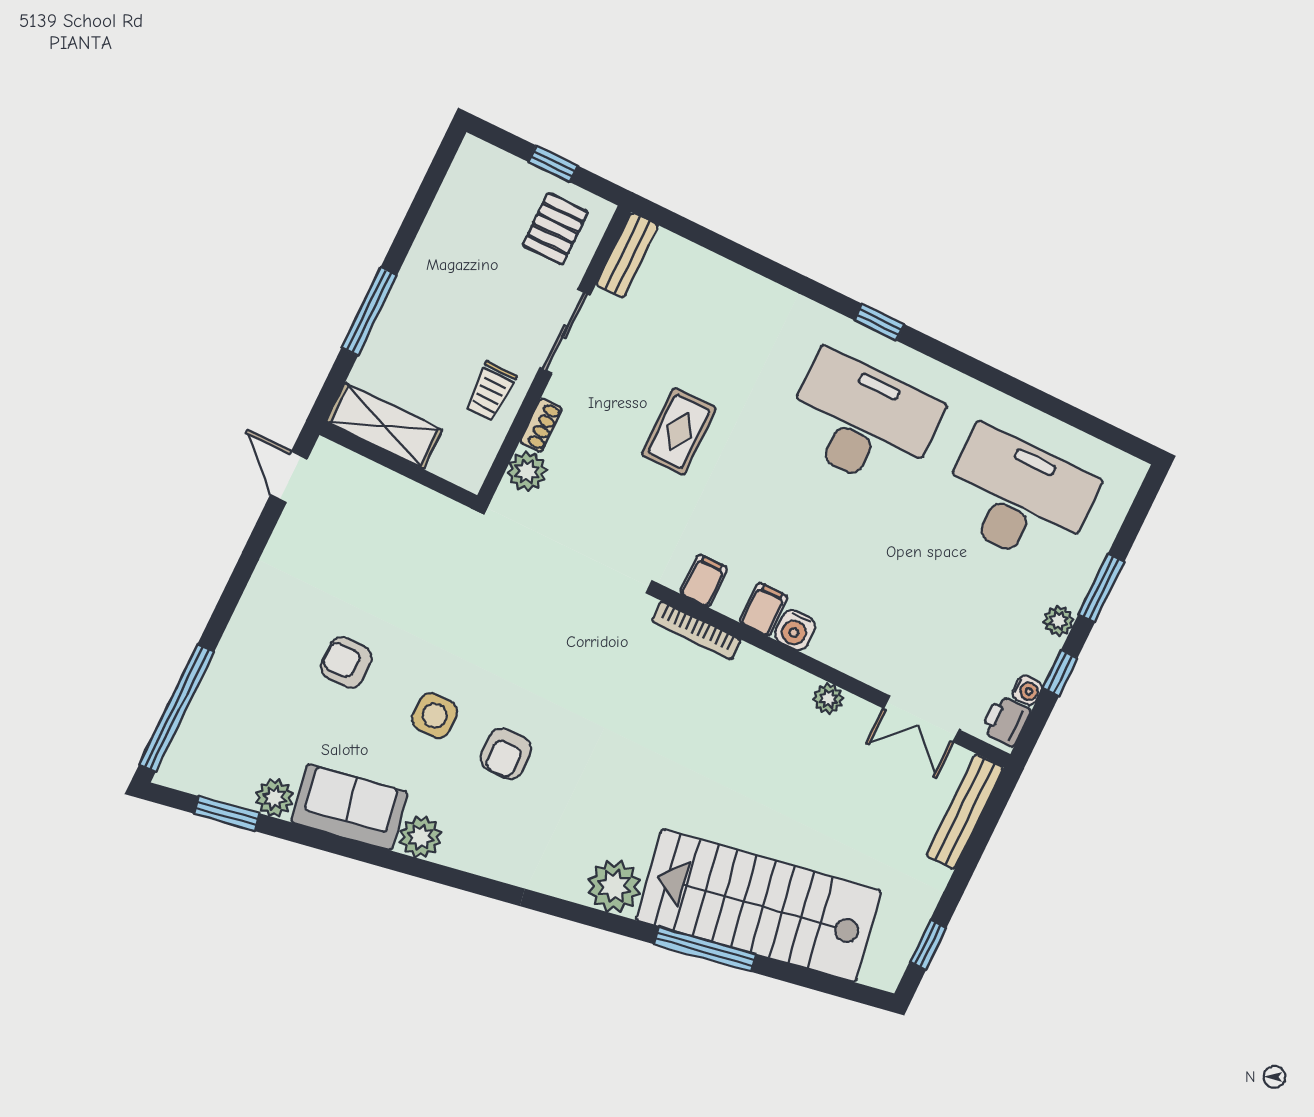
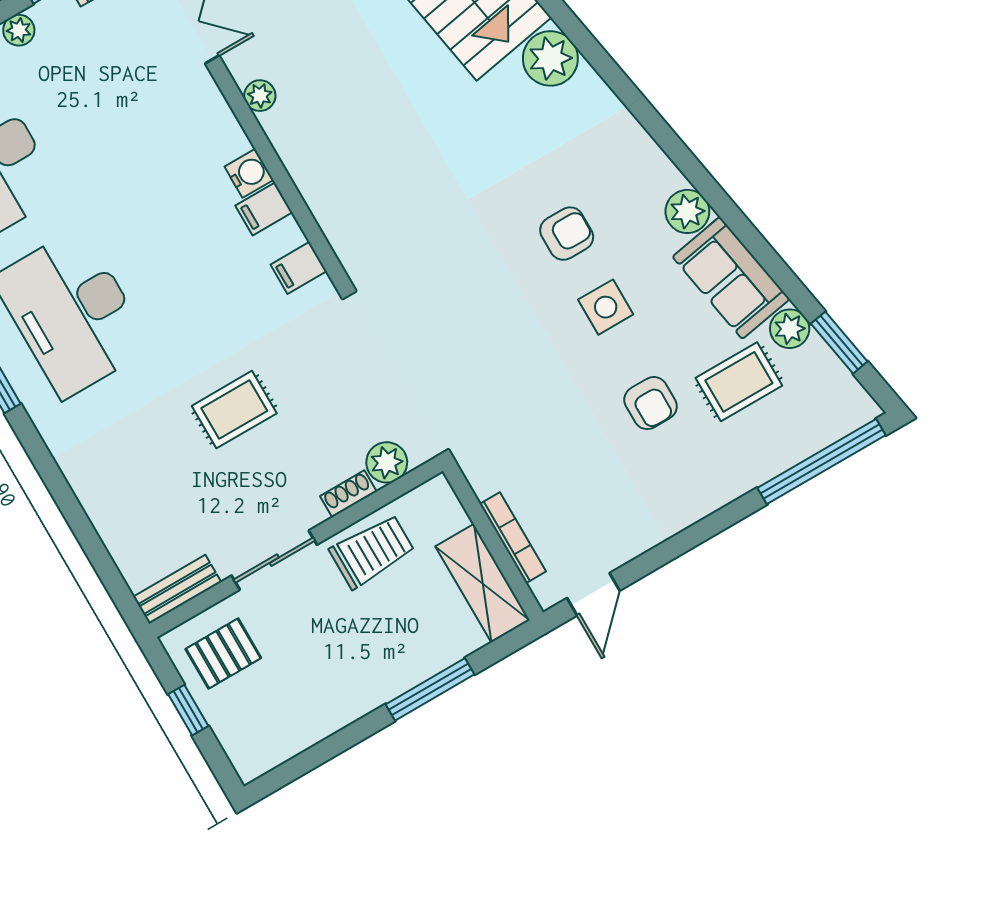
trolley: (491, 392) -> (372, 551), width x1.36, depth x1.39
bookcase: (696, 631) -> (513, 538), moved
rug: (287, 728) -> (739, 382), added

